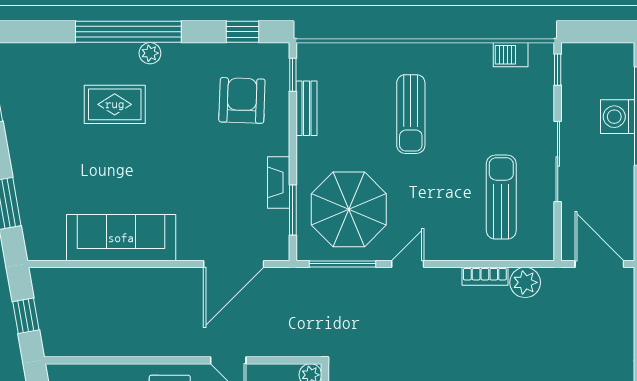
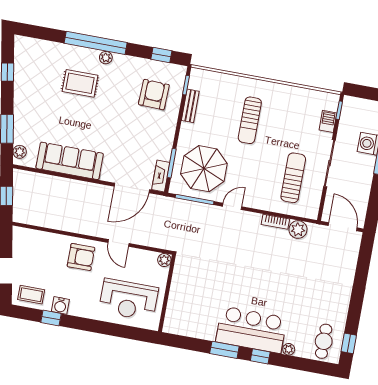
barbecue: (511, 55) -> (328, 121), moved, turned 90
fireplace: (279, 182) -> (161, 176), moved
plant: (34, 238) -> (20, 152), added

